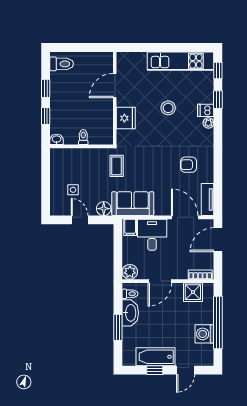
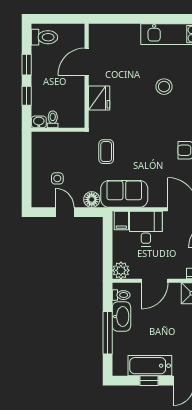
door: (115, 86) -> (87, 62), moved
wall: (115, 98) -> (87, 76), moved
fridge: (126, 118) -> (99, 98), moved
toilet: (83, 137) -> (53, 119), moved
window: (118, 327) -> (108, 333), width x1.44

